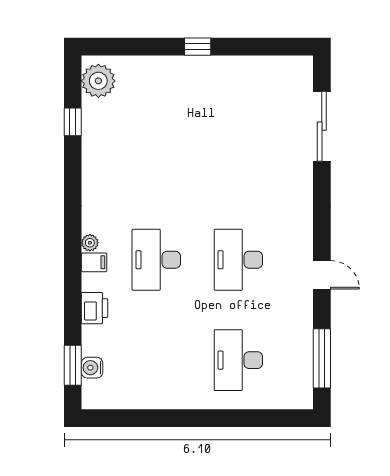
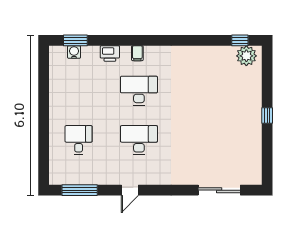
window: (73, 122) -> (240, 40), moved
plant: (90, 243) -> (149, 51), removed
desk: (238, 360) -> (79, 140), width x0.73

